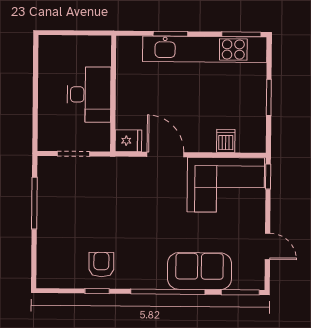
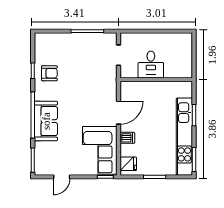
desk: (89, 94) -> (151, 65), width x0.73
fridge: (128, 141) -> (128, 164), moved, turned -90
dishwasher: (226, 141) -> (127, 138), moved
sofa: (199, 271) -> (46, 121), moved

